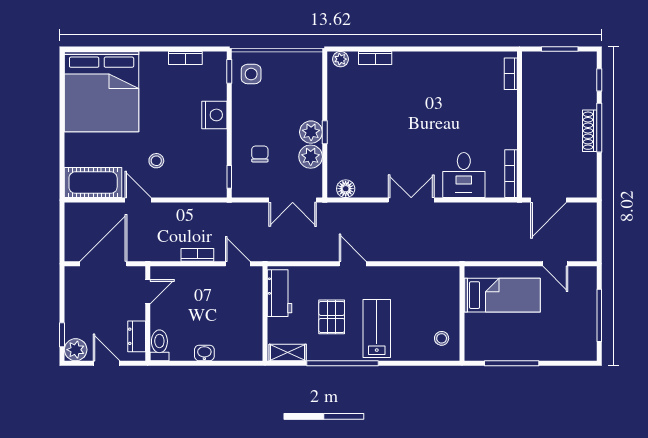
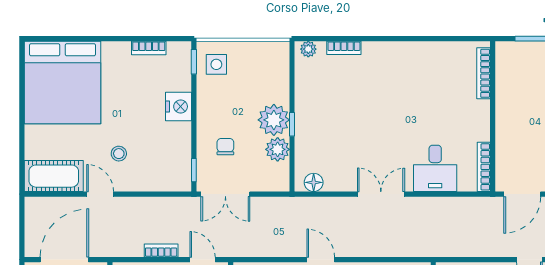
bookcase: (511, 74) -> (484, 73), width x1.56
plant: (311, 132) -> (274, 120), width x1.36, depth x1.36
double door: (293, 200) -> (225, 194), moved

